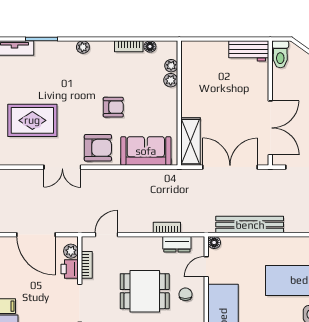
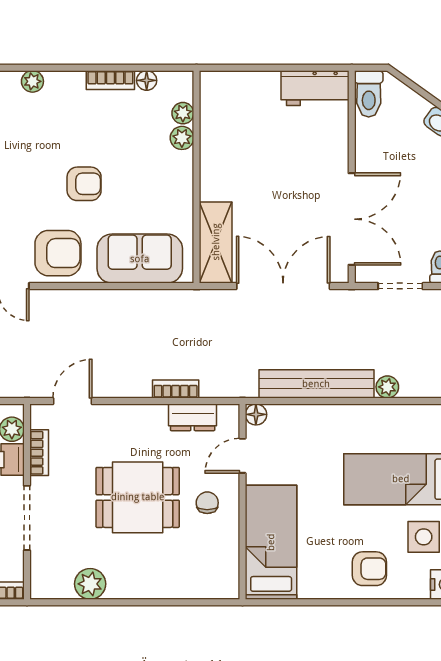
plant: (291, 226) -> (387, 387), added

